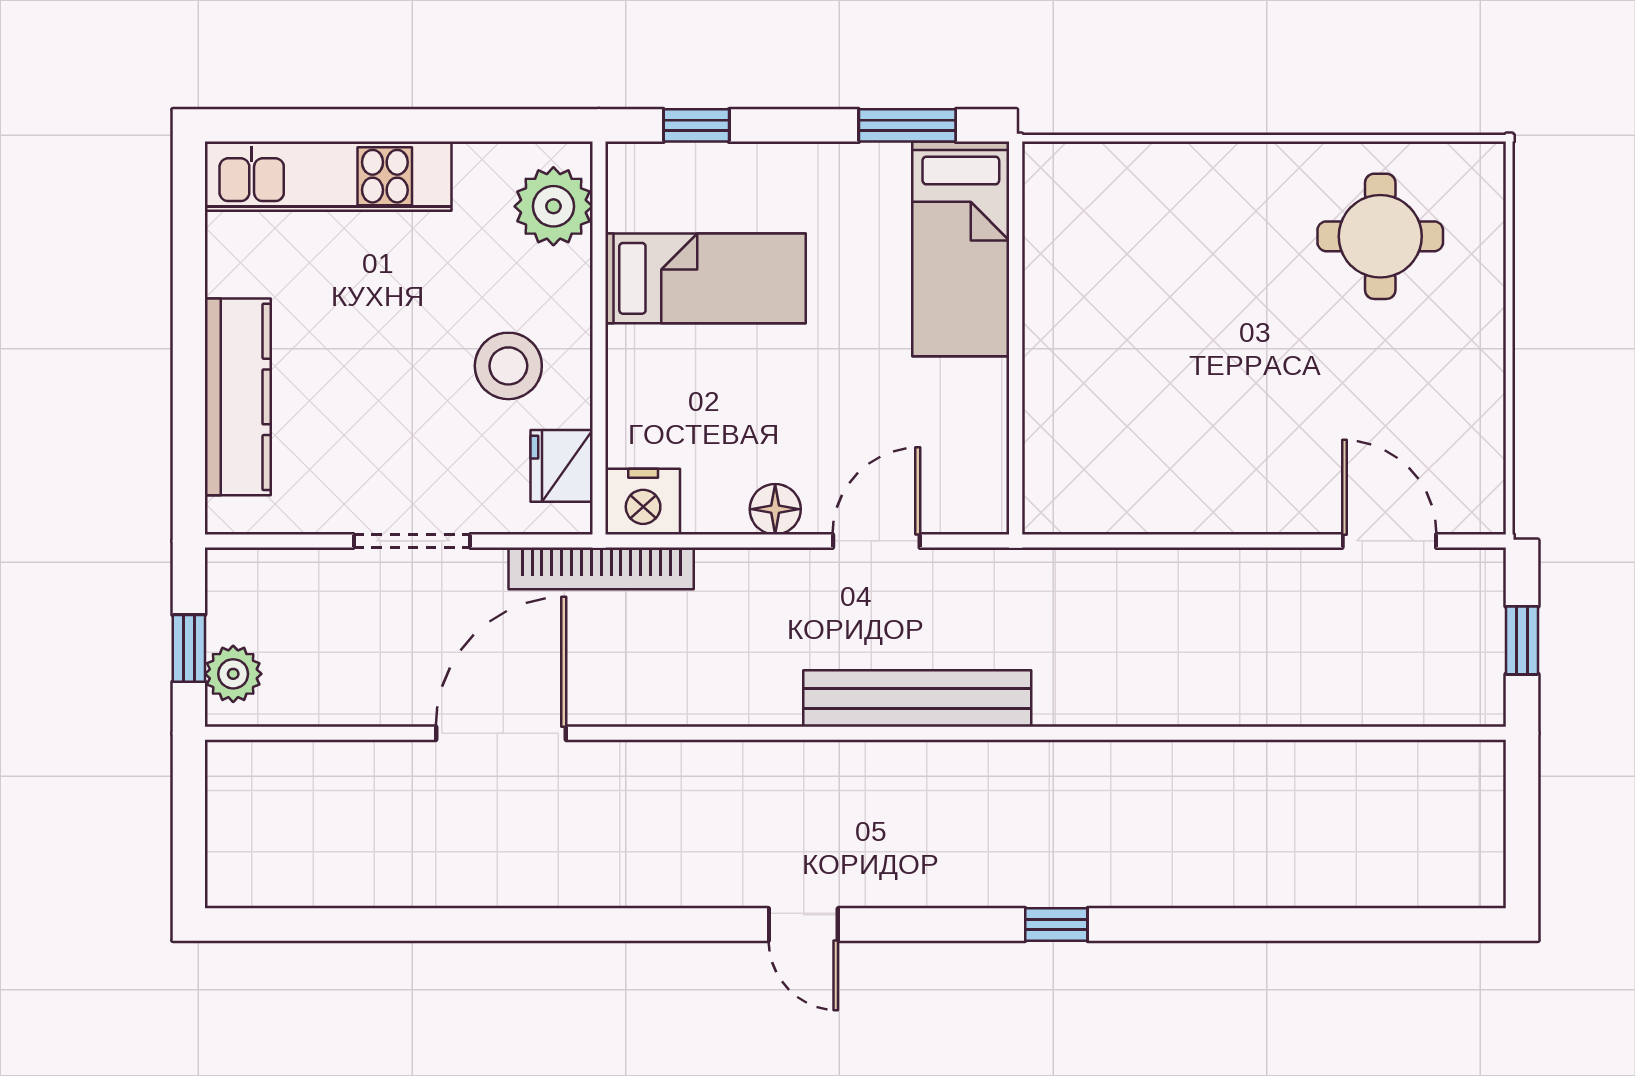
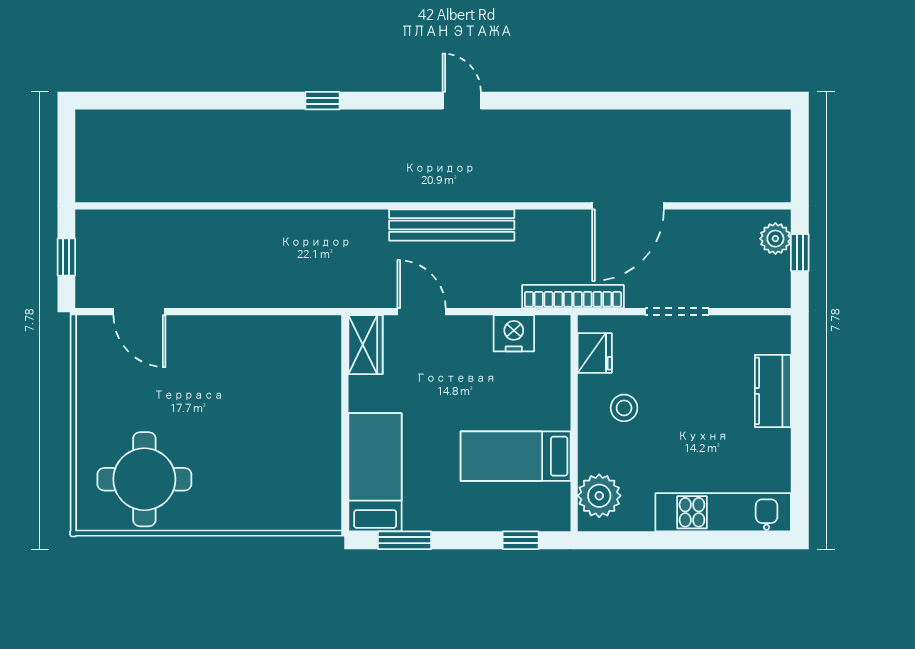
round table: (1380, 236) -> (144, 479), width x1.36, depth x1.36
stool: (508, 366) -> (624, 408), width x0.73, depth x0.73
kitchen counter: (238, 397) -> (773, 391), width x0.67
wardrobe: (978, 481) -> (366, 345), added
nightstand: (643, 502) -> (514, 333), moved
floor lamp: (775, 509) -> (477, 329), removed
door: (876, 541) -> (422, 312), swing flipped
bench: (917, 699) -> (452, 225), moved

